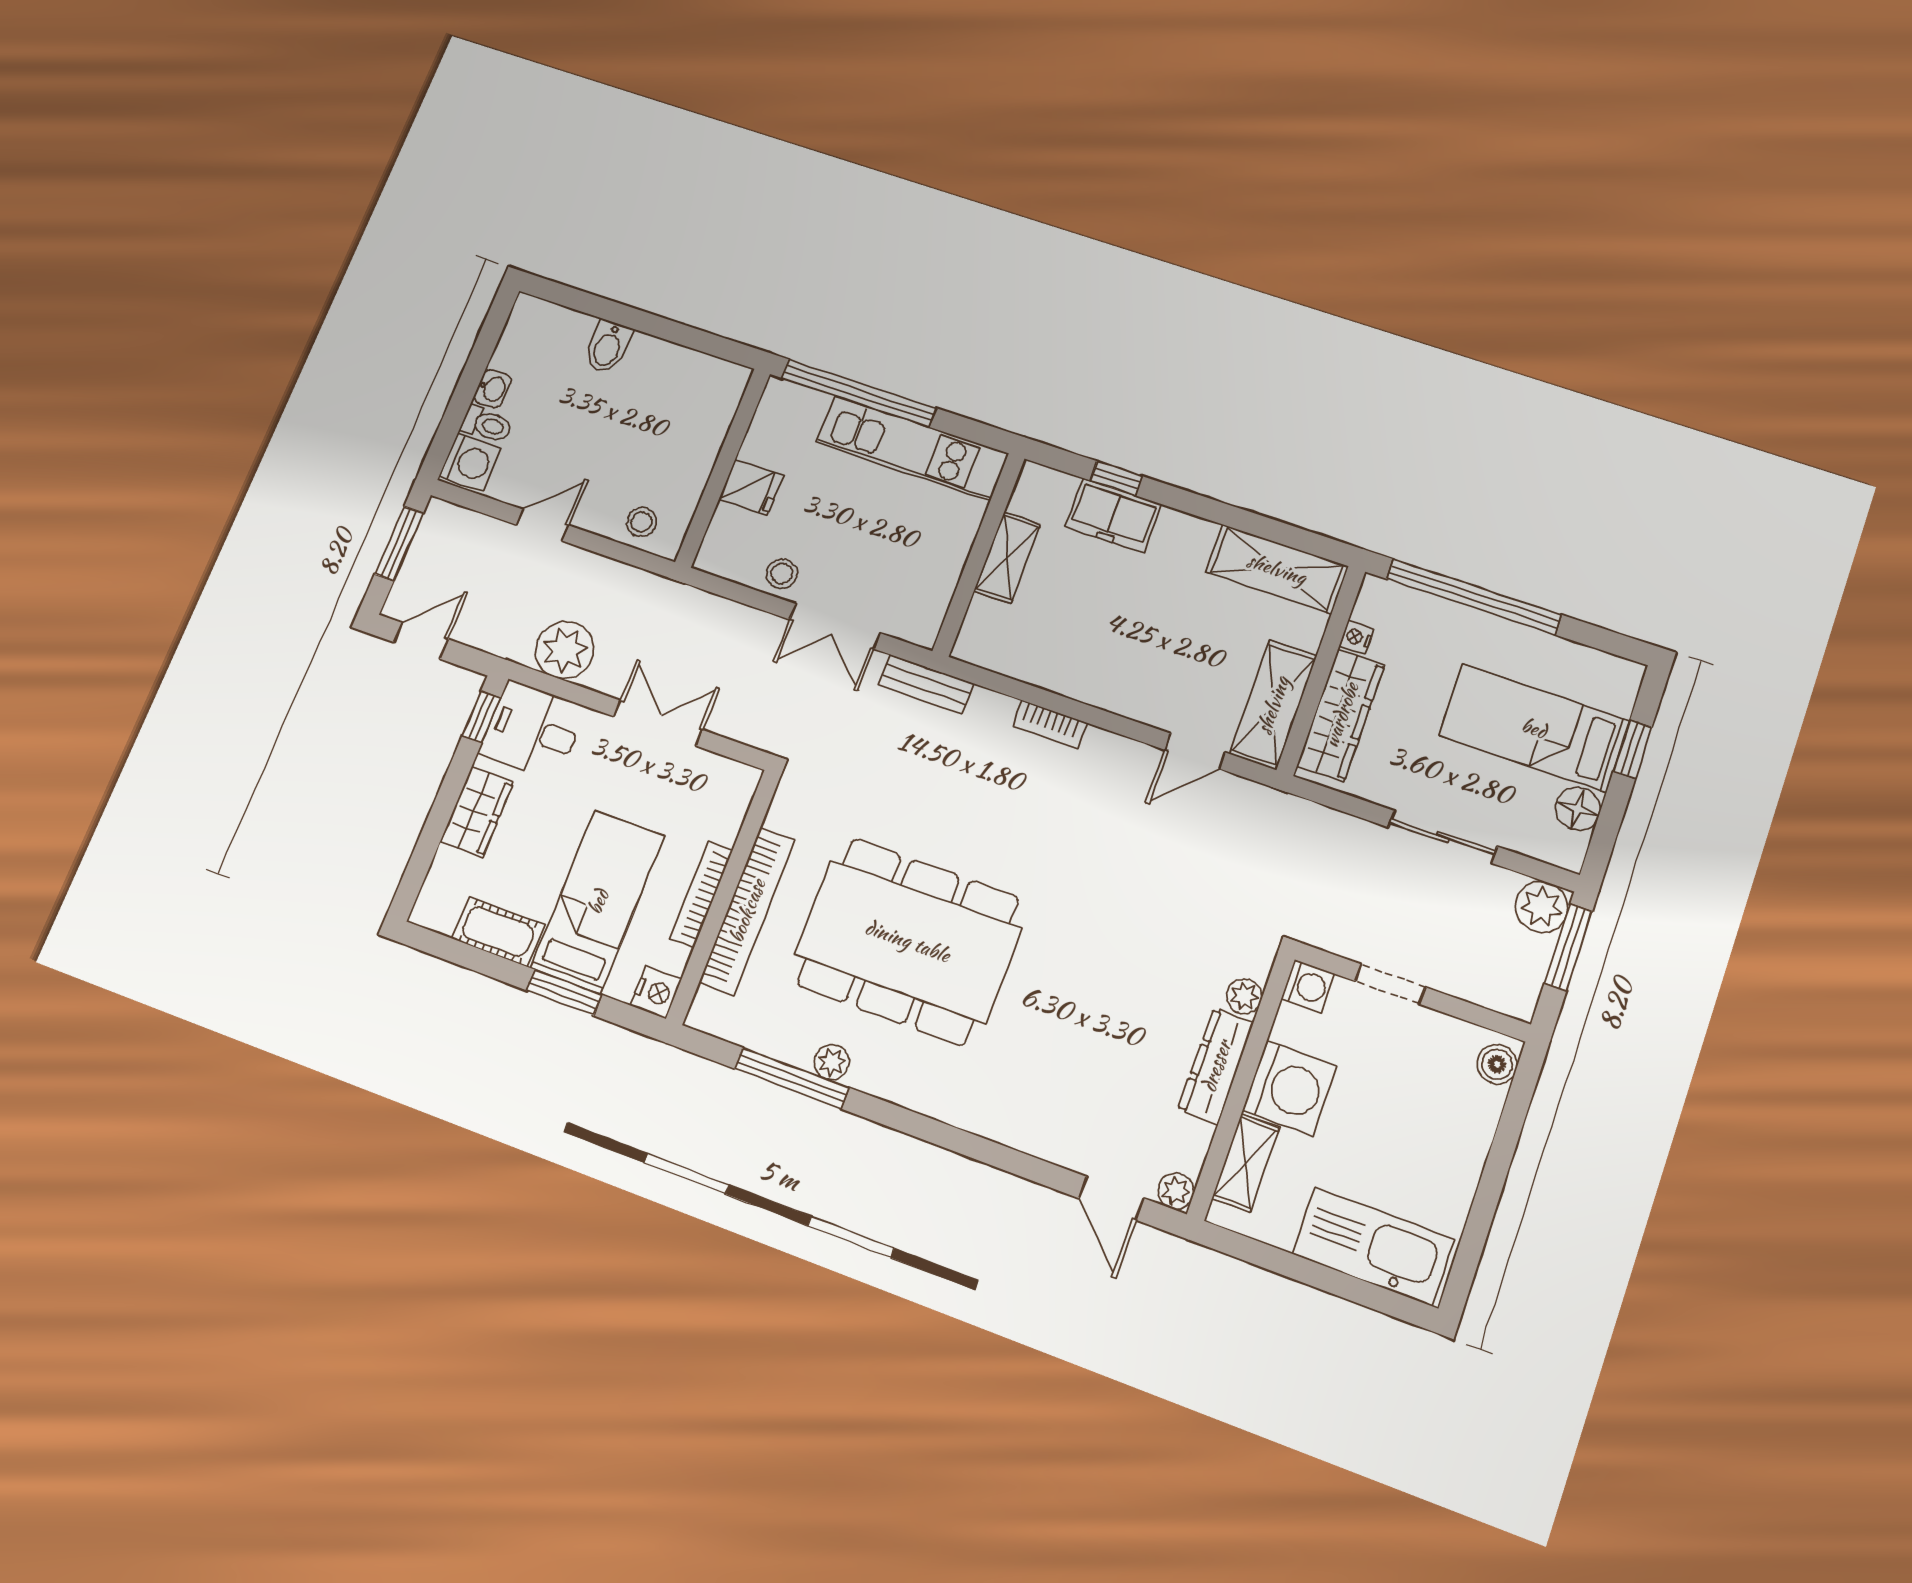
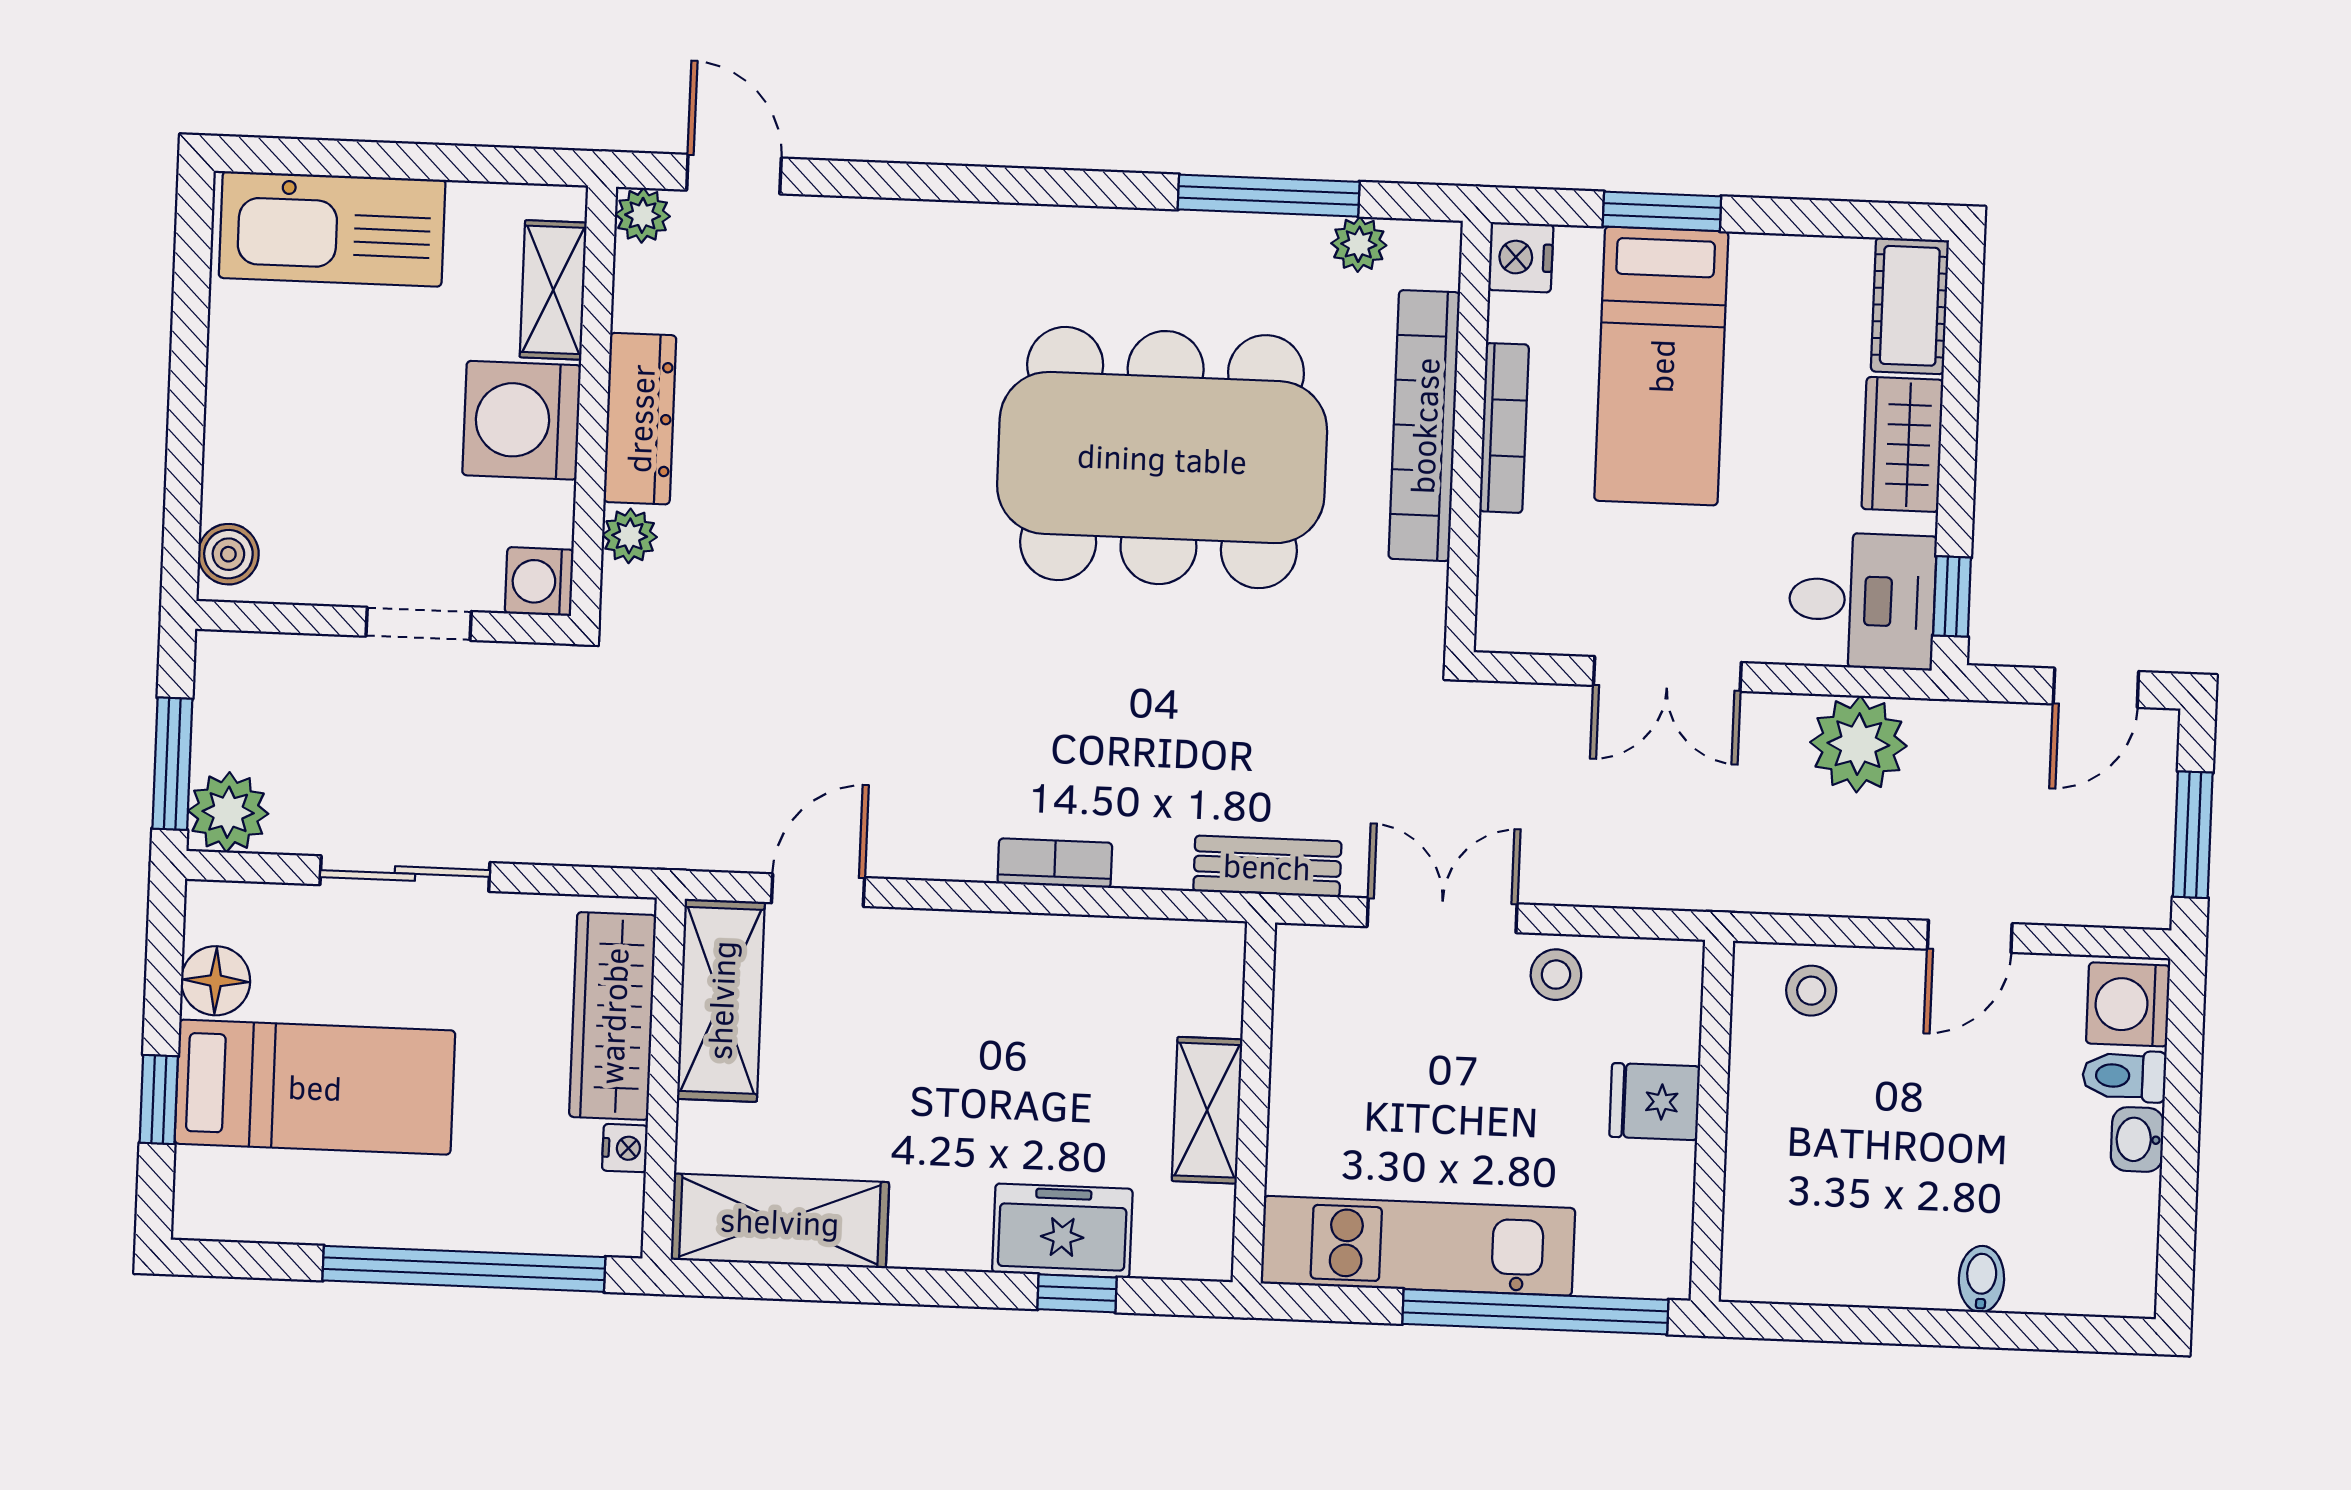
bidet: (608, 347) -> (1981, 1279), width x0.72, depth x0.74
cot: (498, 932) -> (1910, 306), moved, turned 90
plant: (832, 1062) -> (1359, 244), moved

